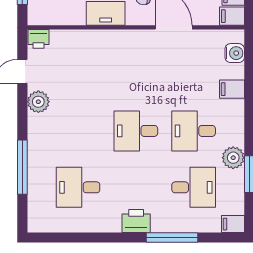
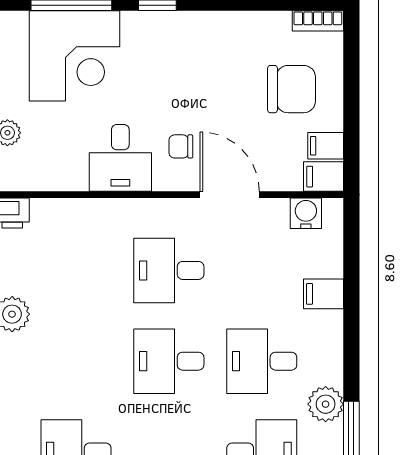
water cooler: (235, 53) -> (306, 213), moved, turned -90
desk: (136, 75) -> (169, 270), added

